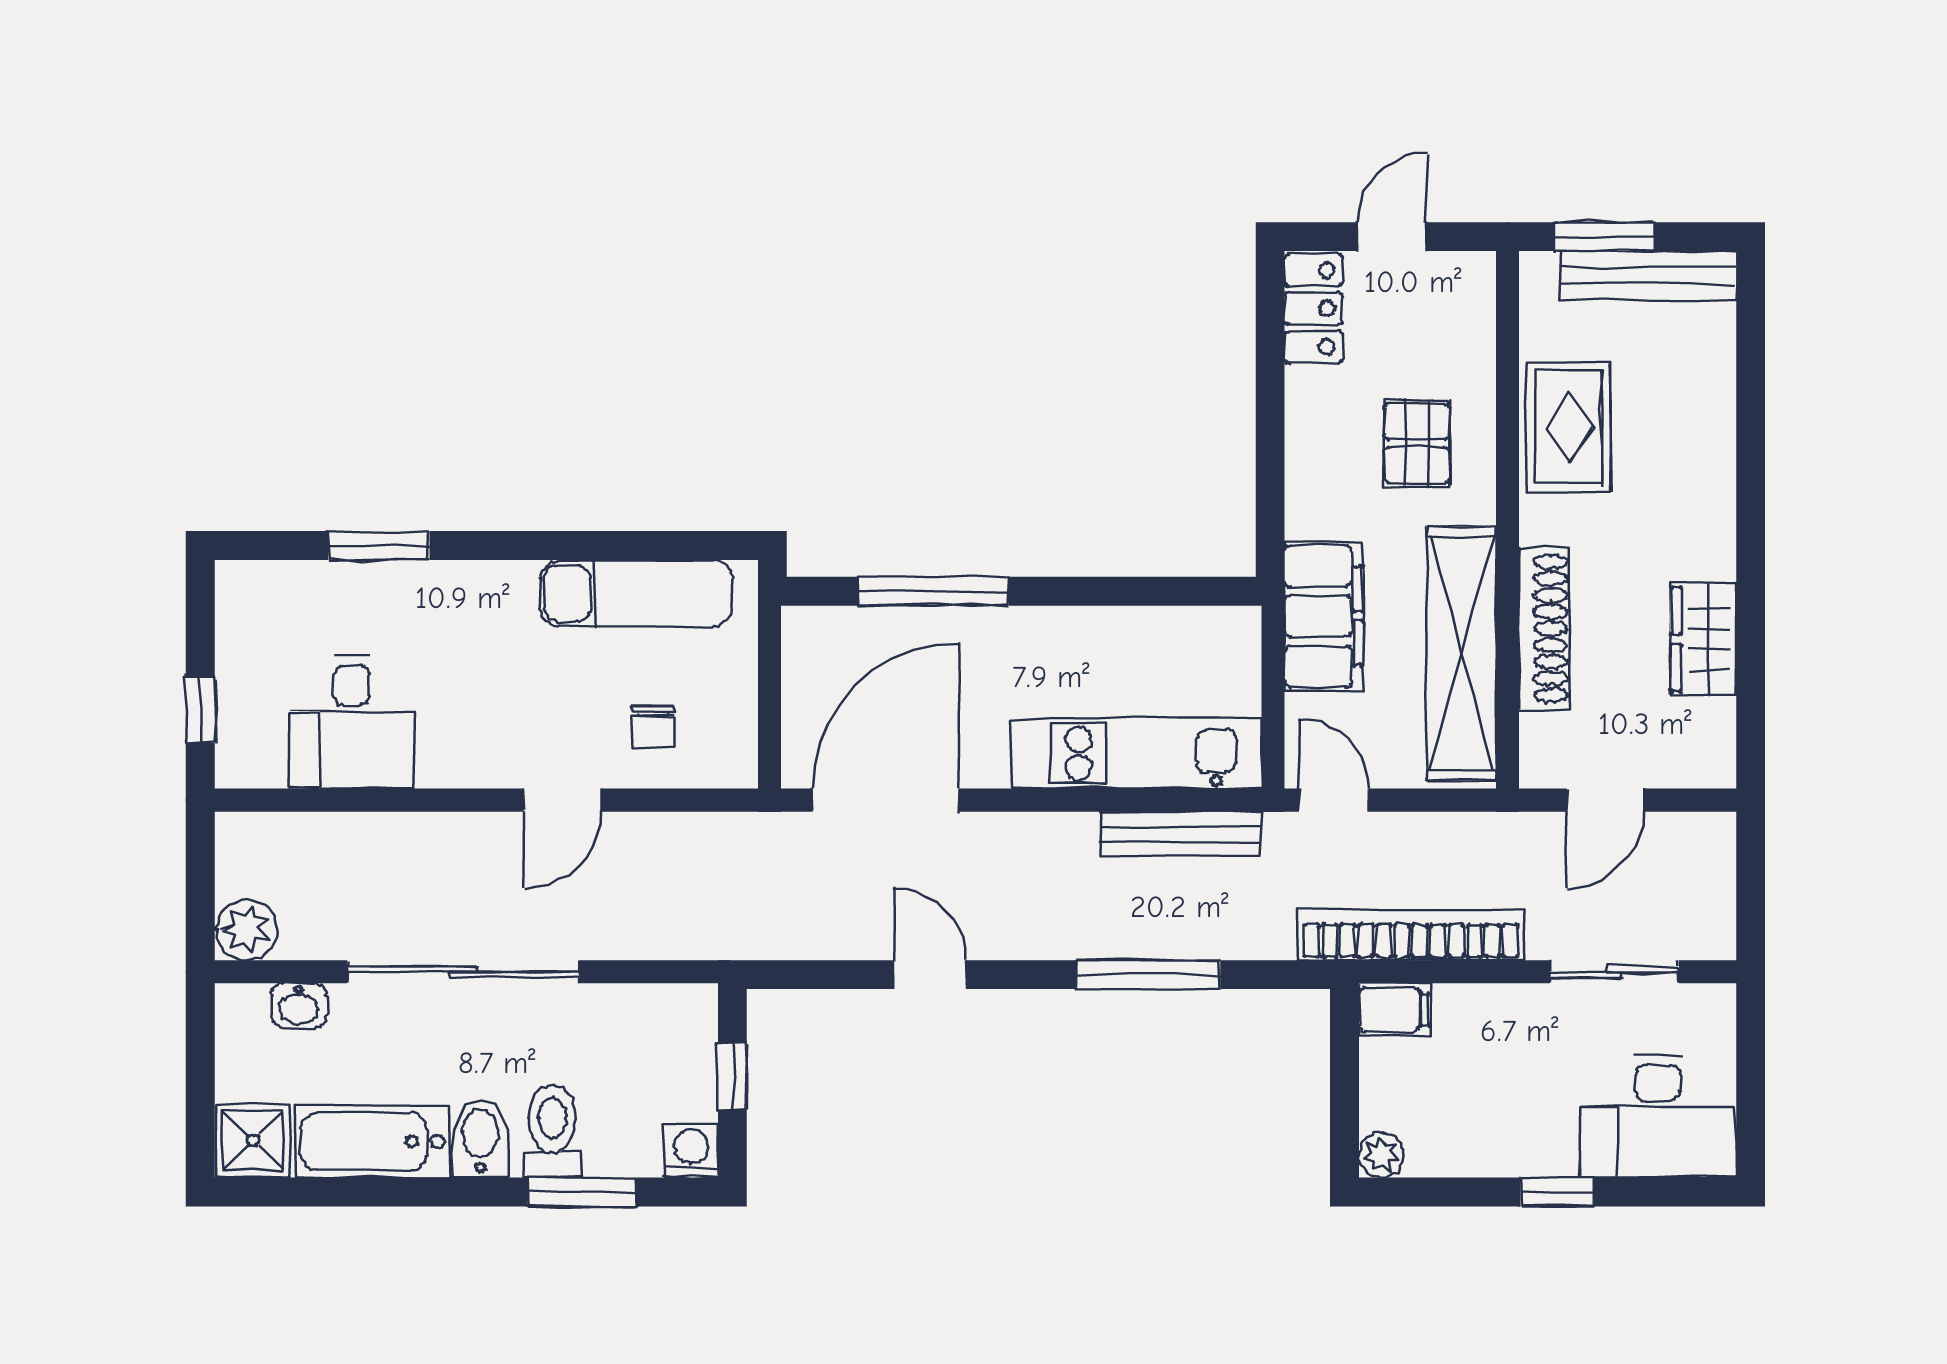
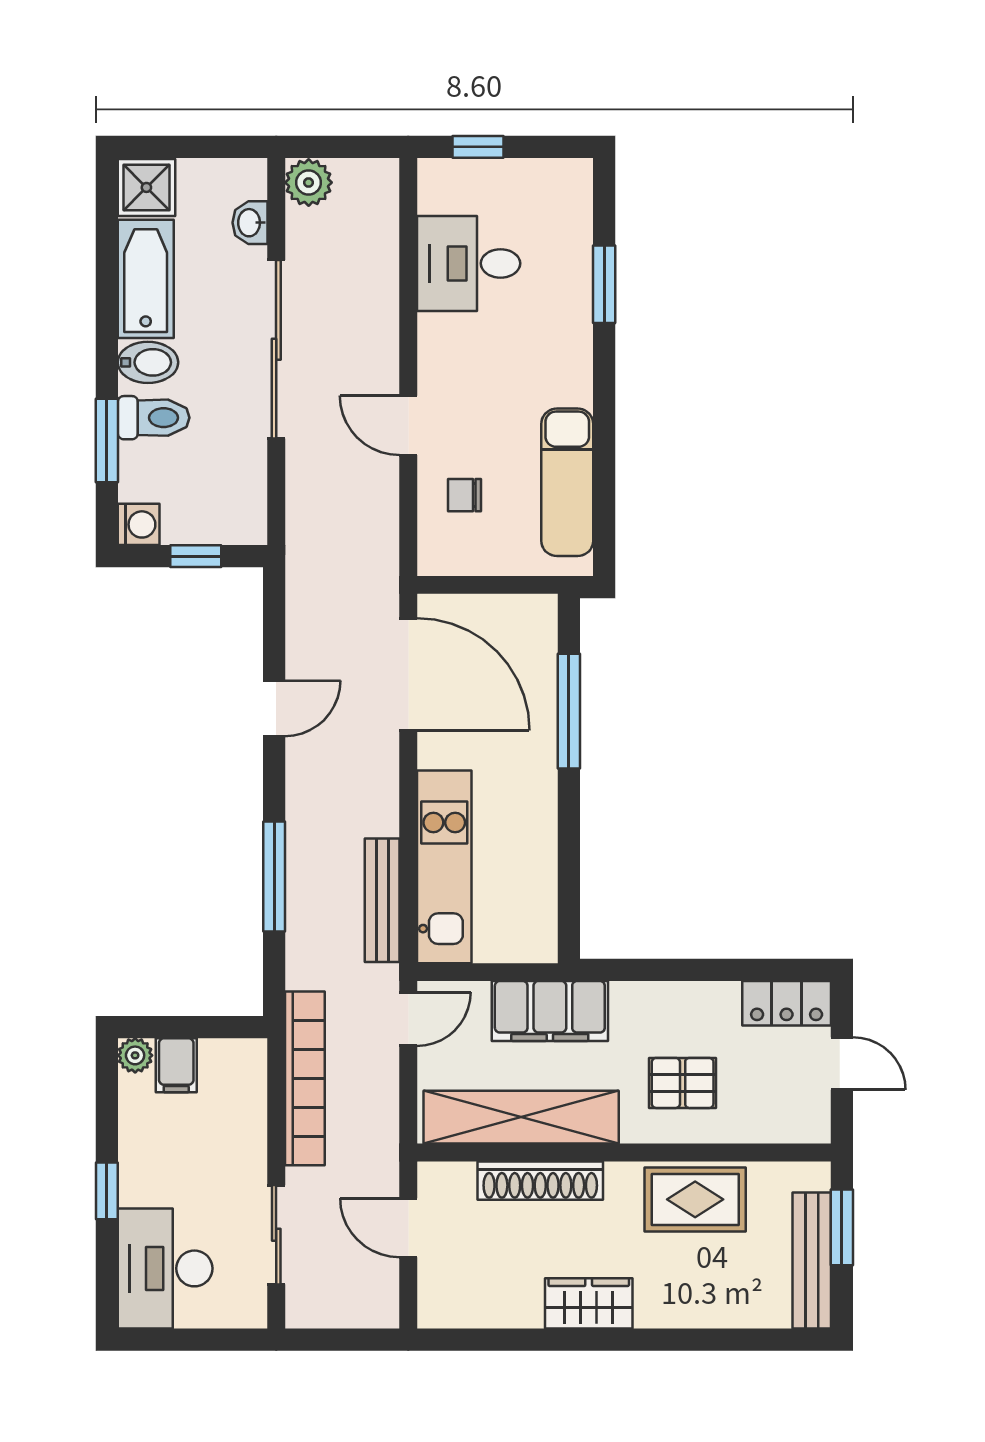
wardrobe: (1703, 639) -> (589, 1303), moved
filing cabinet: (1394, 1010) -> (176, 1065), moved

